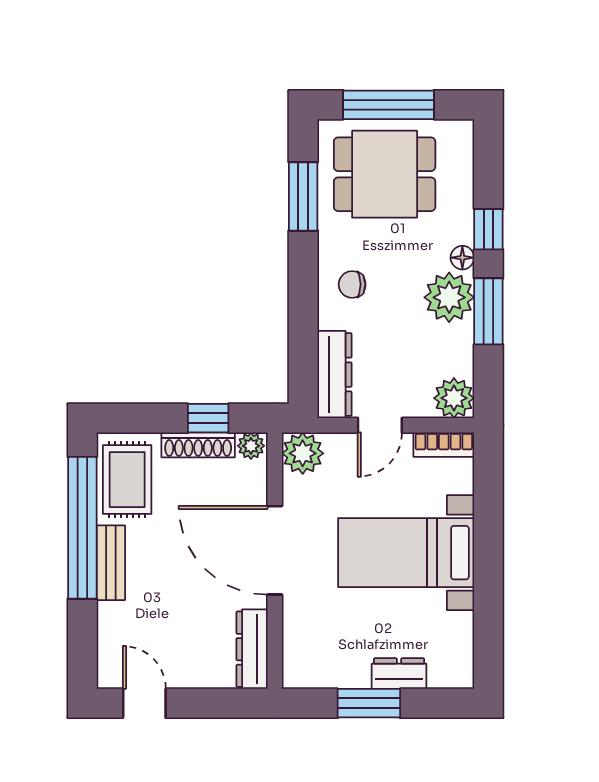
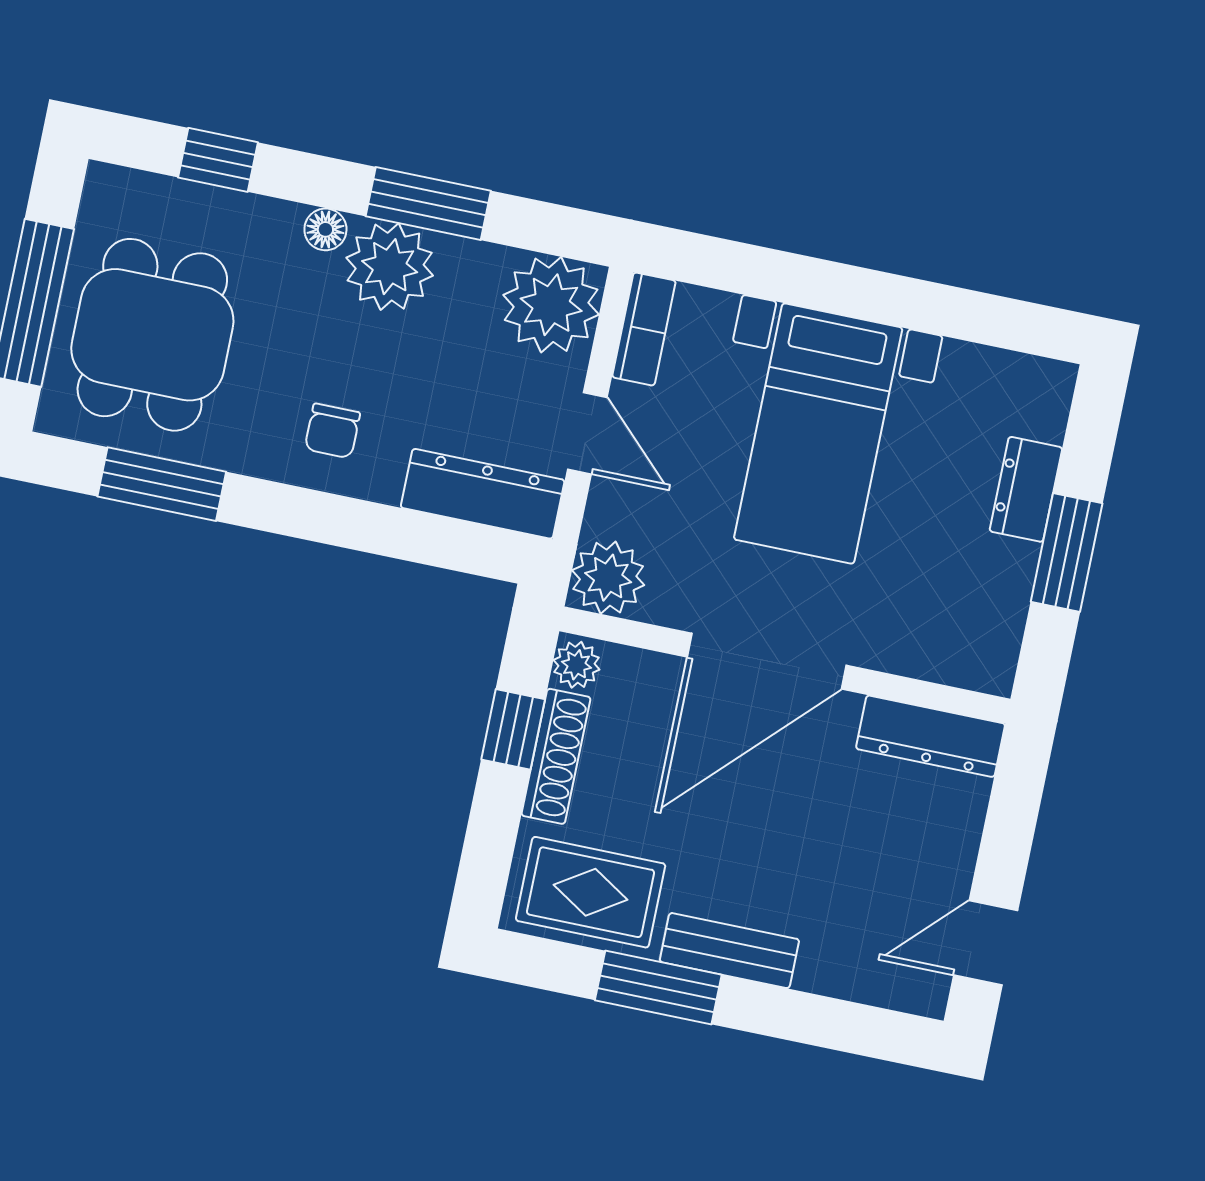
window: (488, 229) -> (218, 160), moved
plant: (454, 398) -> (551, 305), width x1.36, depth x1.36
window: (82, 528) -> (658, 988), width x0.47

